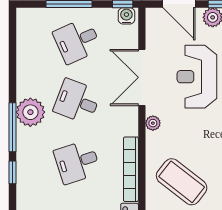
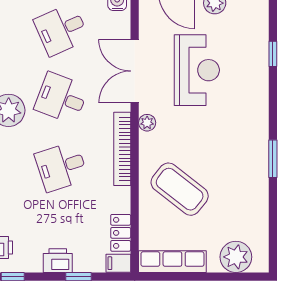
reception desk: (197, 77) -> (197, 70), turned 180
bookcase: (131, 169) -> (122, 149), moved

